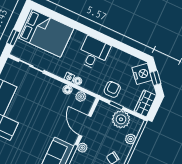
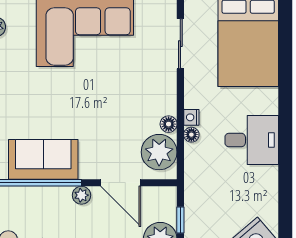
armchair: (112, 89) -> (204, 200), removed
plant: (81, 96) -> (159, 152), width x1.88, depth x1.88
door: (85, 126) -> (121, 183), swing flipped

